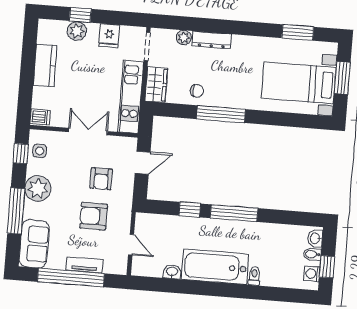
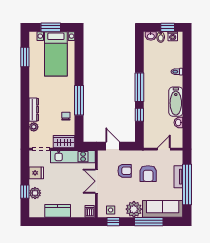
sofa: (34, 244) -> (163, 209), width x1.36
bathtub: (215, 267) -> (176, 102), width x0.73, depth x0.73

